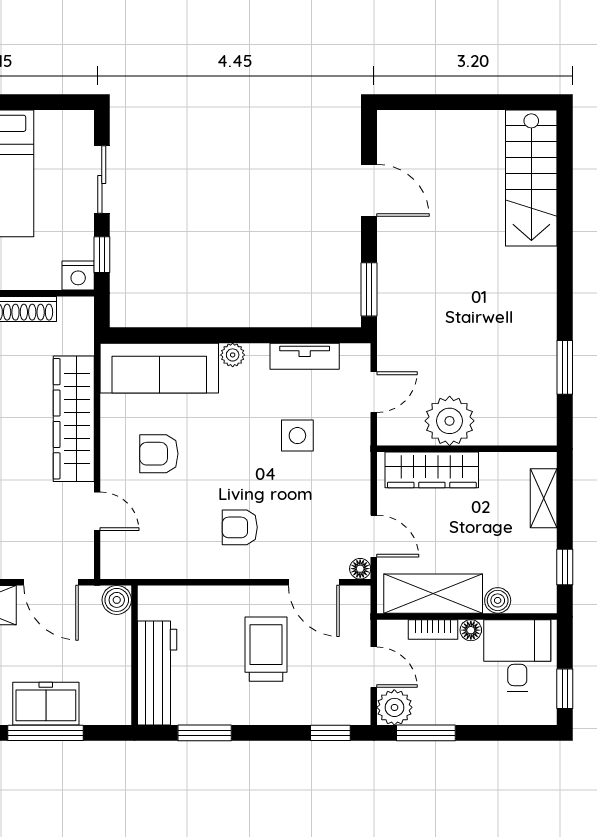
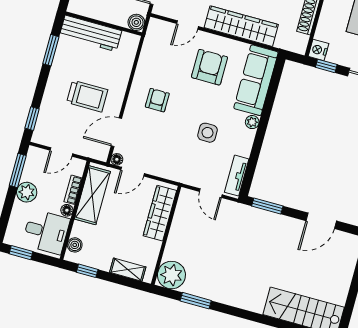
tv unit: (305, 356) -> (237, 176), moved
plant: (450, 421) -> (171, 275), moved
side table: (297, 436) -> (208, 133), moved
armchair: (159, 454) -> (210, 67), width x1.38, depth x1.38
boiler: (498, 600) -> (75, 245), moved
plant: (394, 707) -> (27, 192), moved

